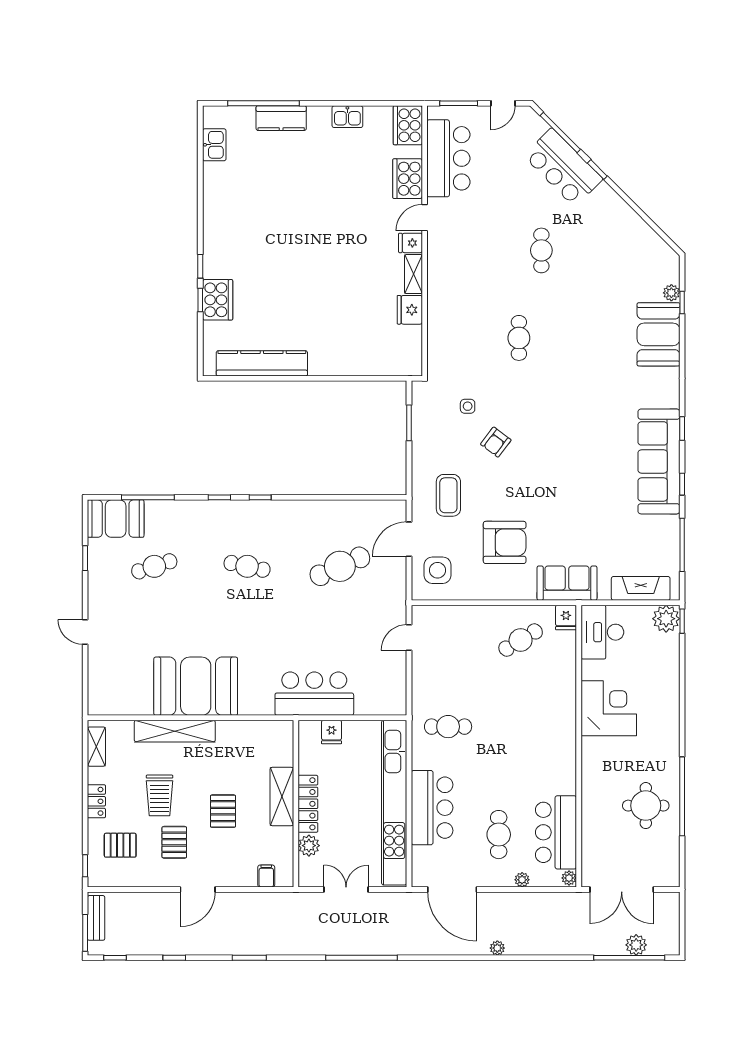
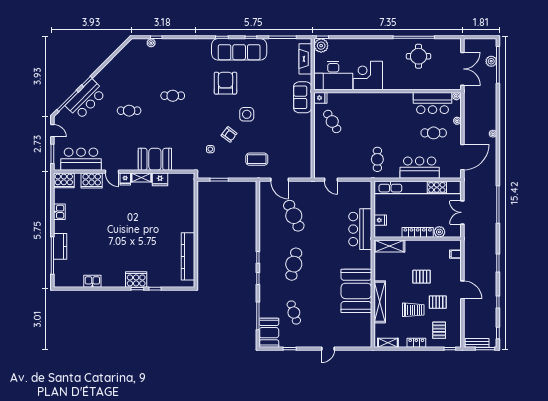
kitchen sink: (214, 145) -> (92, 281), moved
cooker: (218, 300) -> (136, 279), moved
booth: (658, 334) -> (155, 159), moved
cafe table: (519, 338) -> (173, 96), moved
armchair: (505, 542) -> (225, 83), moved
cafe table: (247, 566) -> (294, 264), width x1.37, depth x1.35
side table: (438, 570) -> (247, 114), moved
desk: (602, 632) -> (333, 76), width x1.36, depth x1.30
shelving: (282, 796) -> (389, 246), moved

